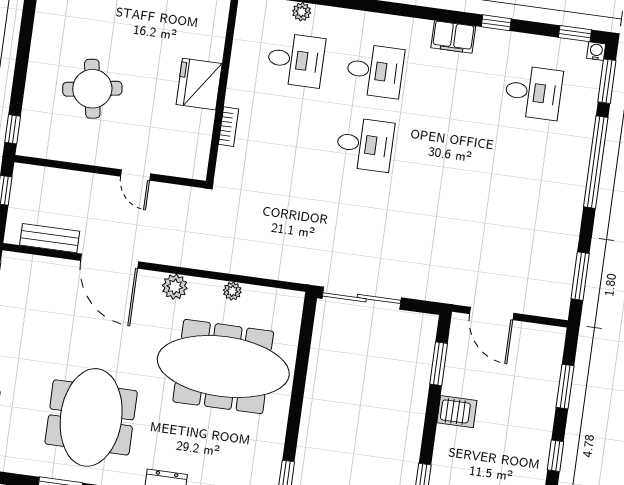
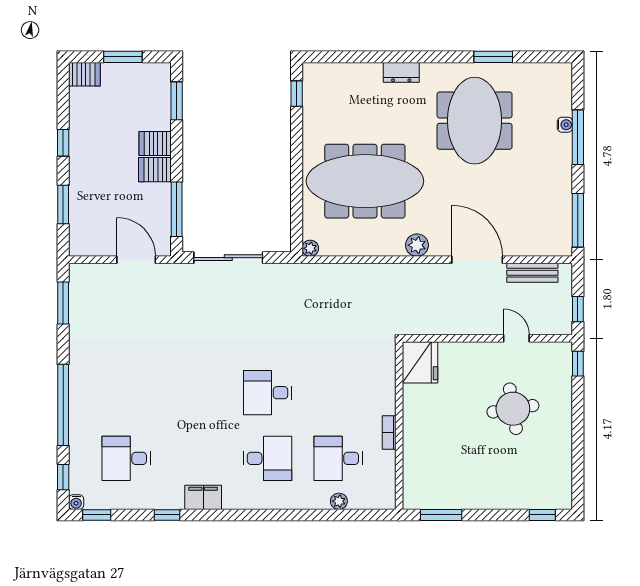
desk: (375, 71) -> (268, 458), turned 180
window: (607, 81) -> (63, 477), width x0.67
fridge: (199, 84) -> (420, 362), moved
bookcase: (229, 127) -> (389, 432), moved
door: (136, 175) -> (516, 338), moved
plant: (232, 291) -> (310, 248), moved
sliding door: (362, 298) -> (228, 258), moved
window: (439, 364) -> (177, 209), width x1.44
server rack: (453, 441) -> (155, 144), added

